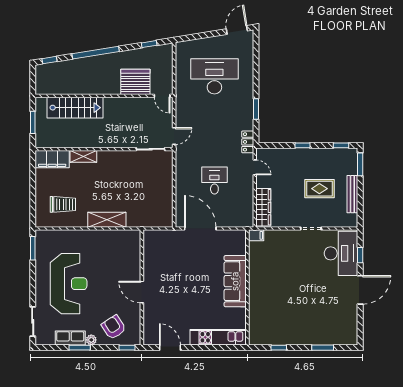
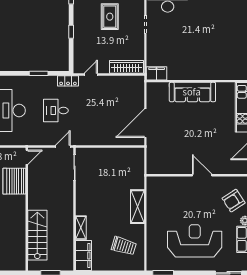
door: (174, 136) -> (63, 147), hinge flipped
desk: (214, 180) -> (56, 110), moved
trolley: (63, 204) -> (124, 246), turned 107
filing cabinet: (256, 235) -> (157, 73), width x2.00
door: (142, 292) -> (202, 175), swing flipped

